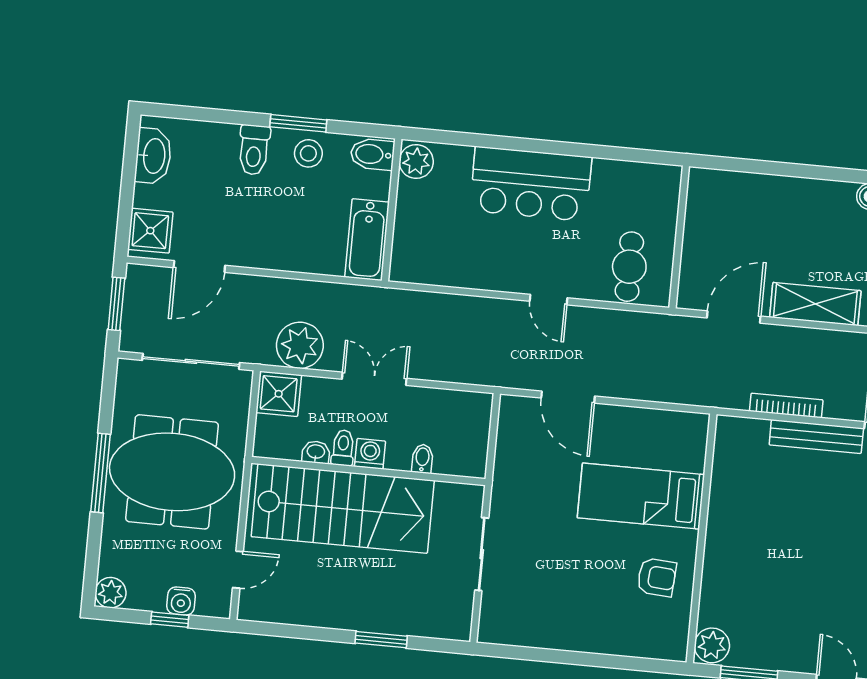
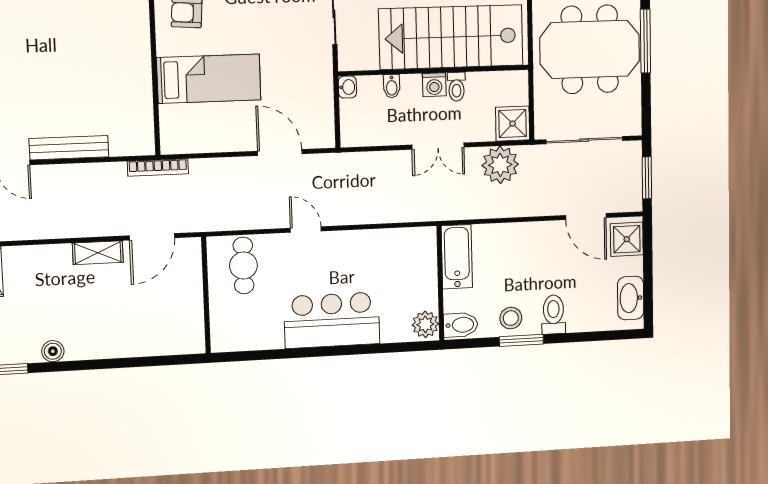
door: (199, 266) -> (586, 217), swing flipped
shelving: (815, 304) -> (98, 253), width x0.67, depth x0.75
bookcase: (786, 405) -> (158, 168), moved
washbasin: (316, 452) -> (347, 87), moved, turned -90

